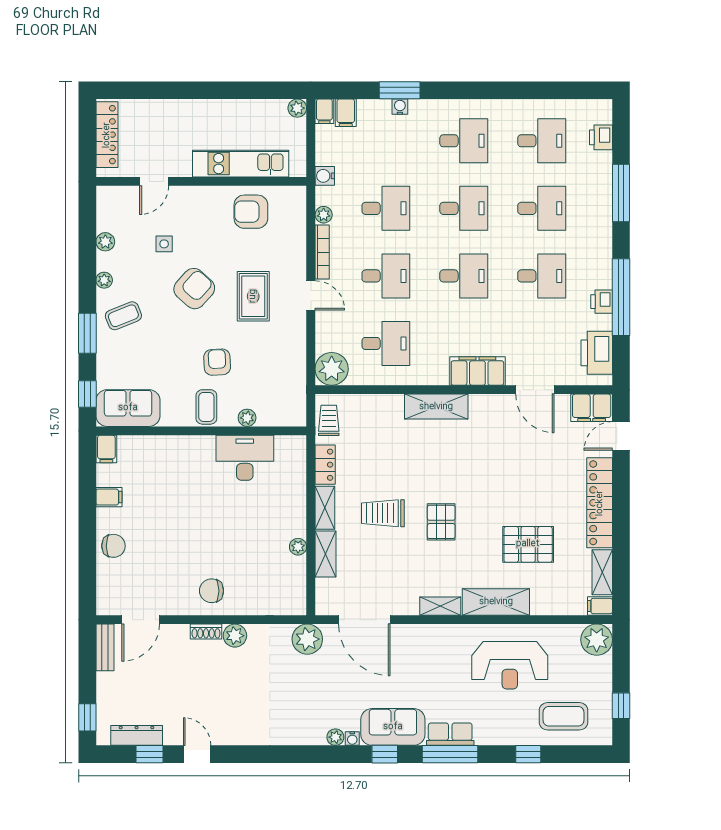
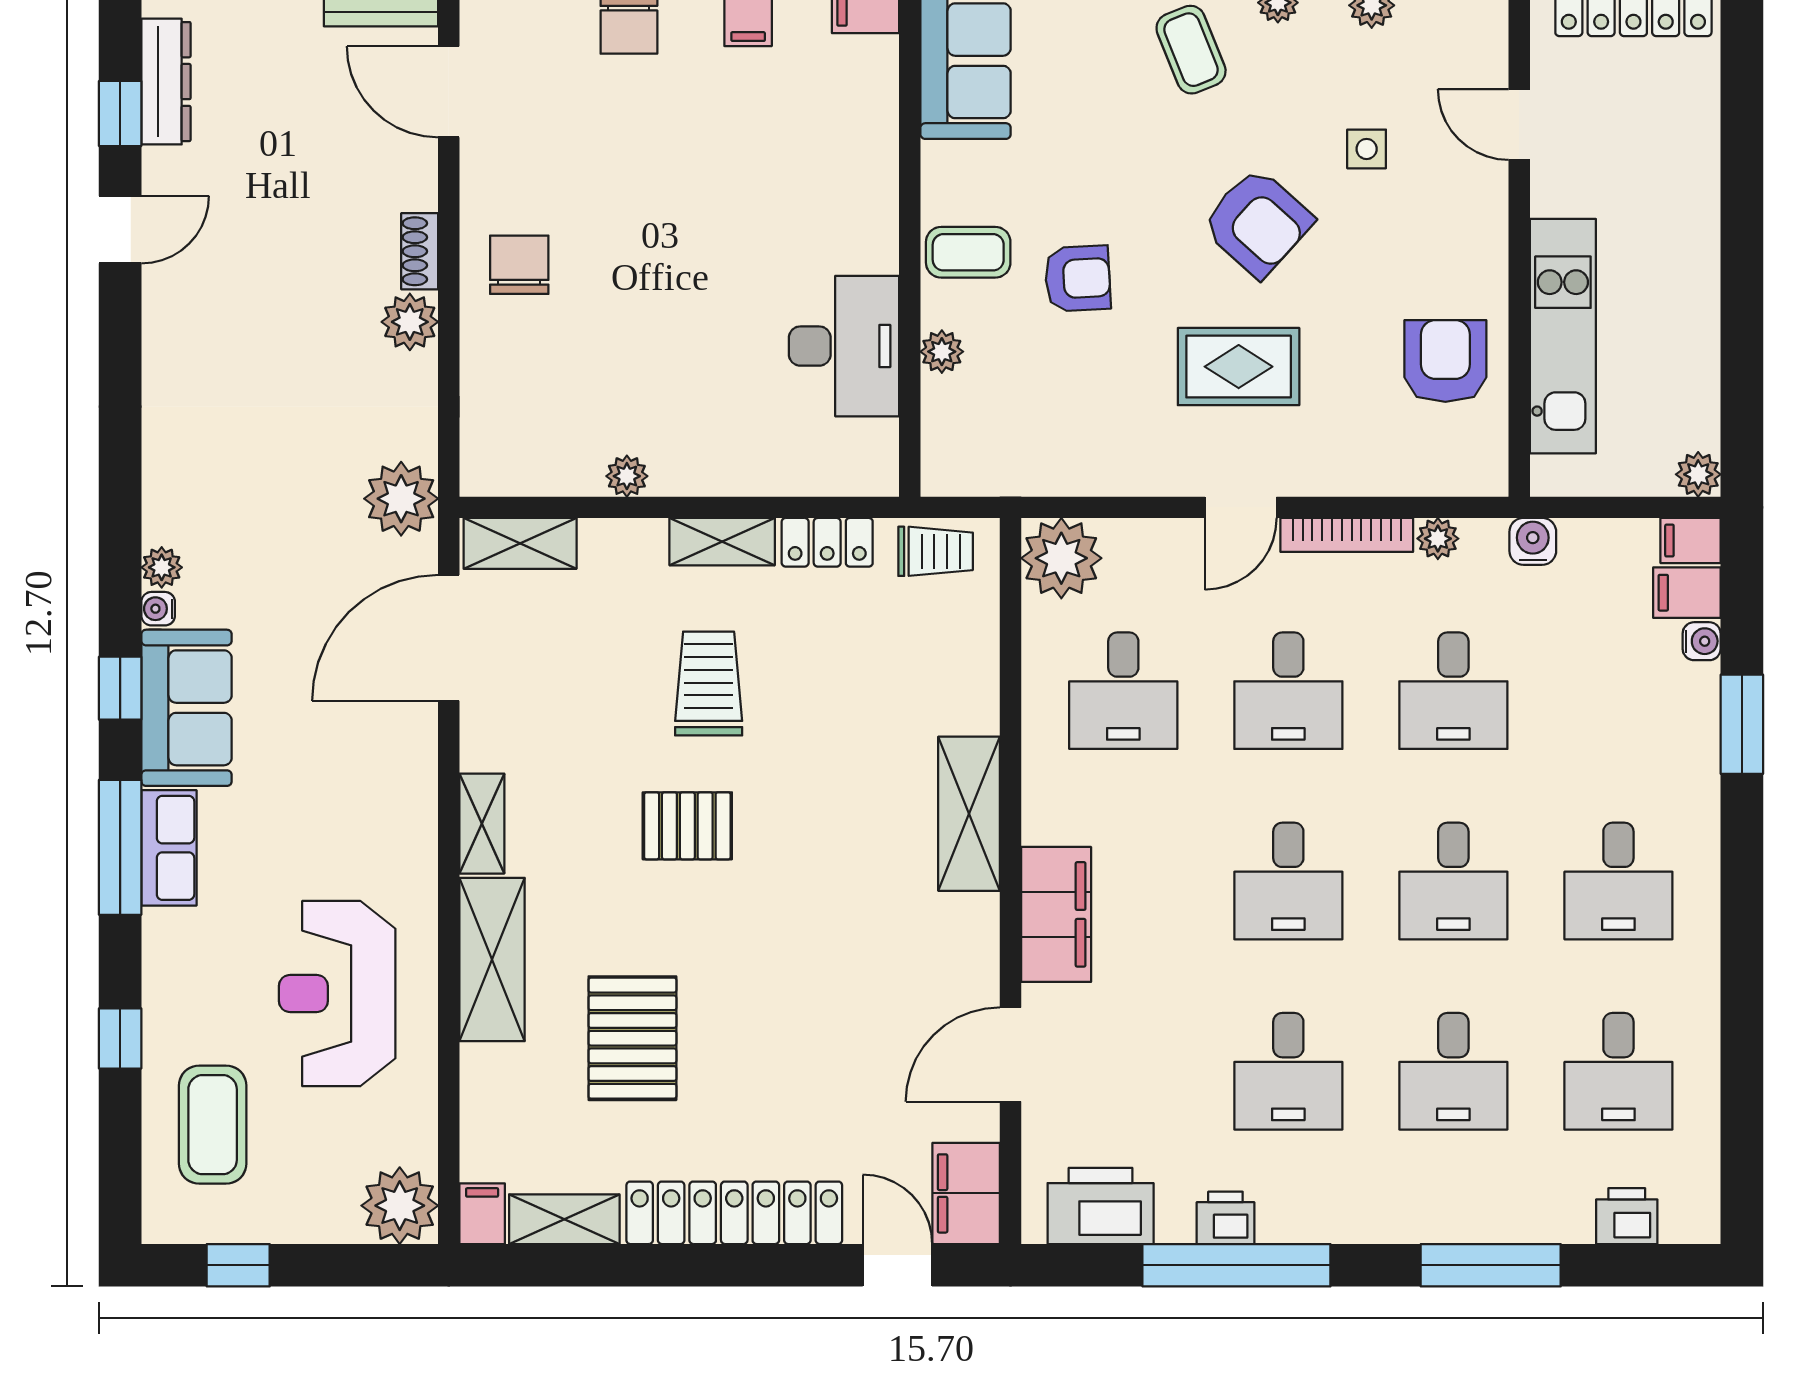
water cooler: (400, 107) -> (1702, 641), moved
shelving: (326, 554) -> (520, 543), moved

